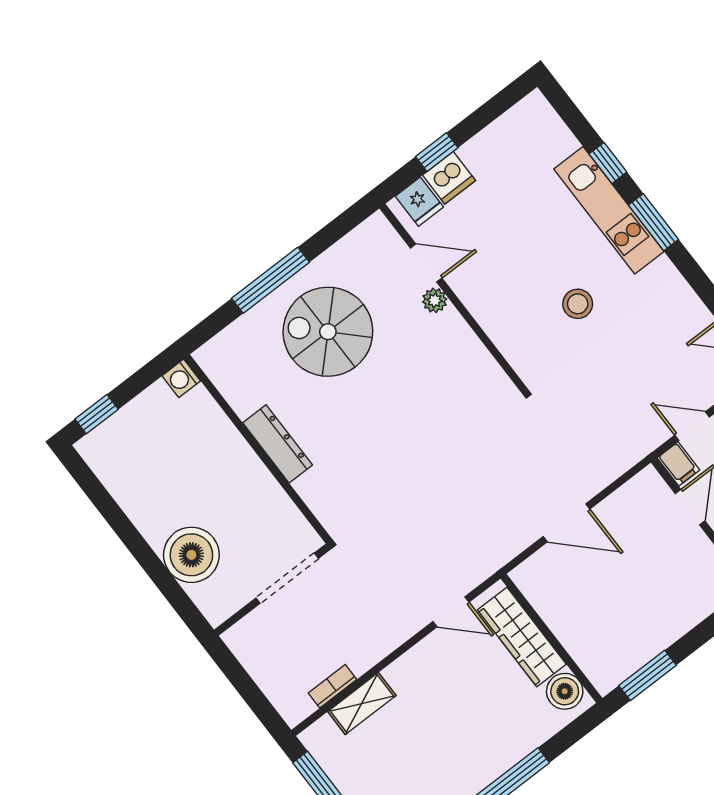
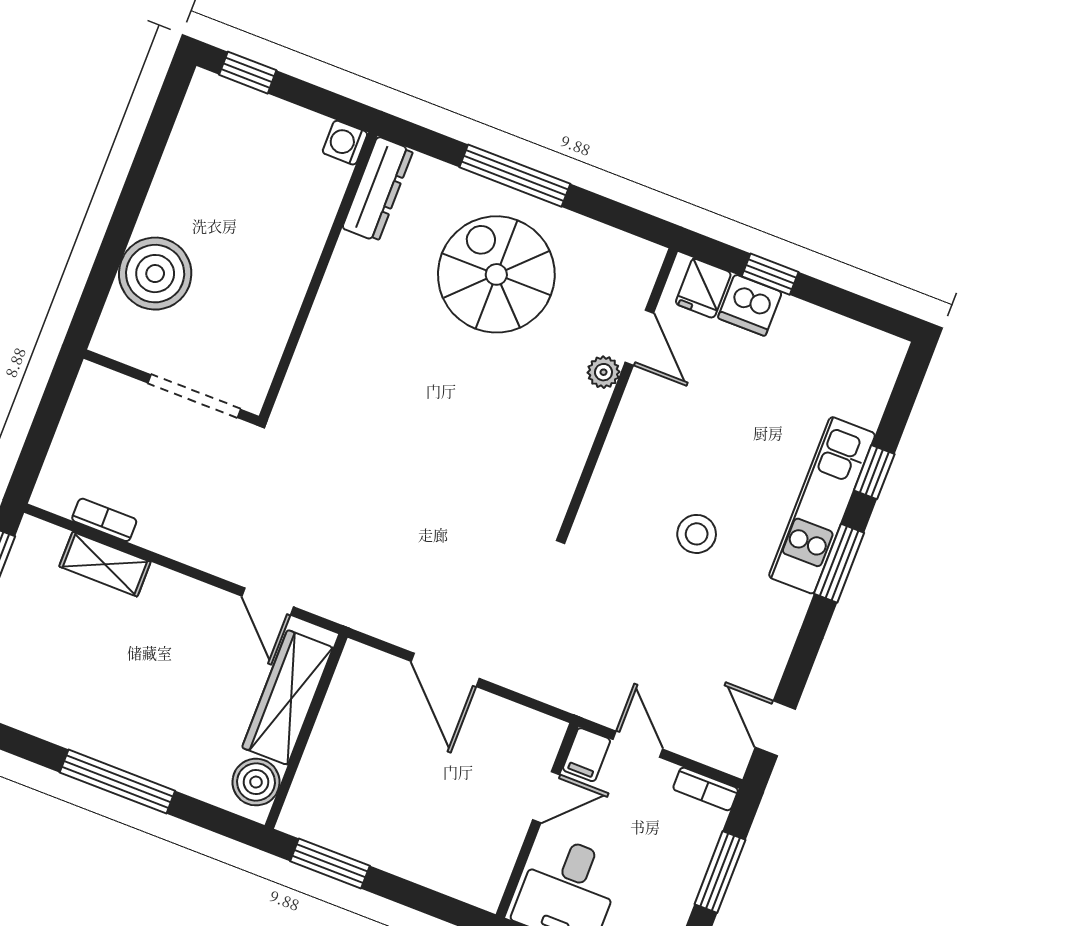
dresser: (278, 444) -> (378, 189), moved

